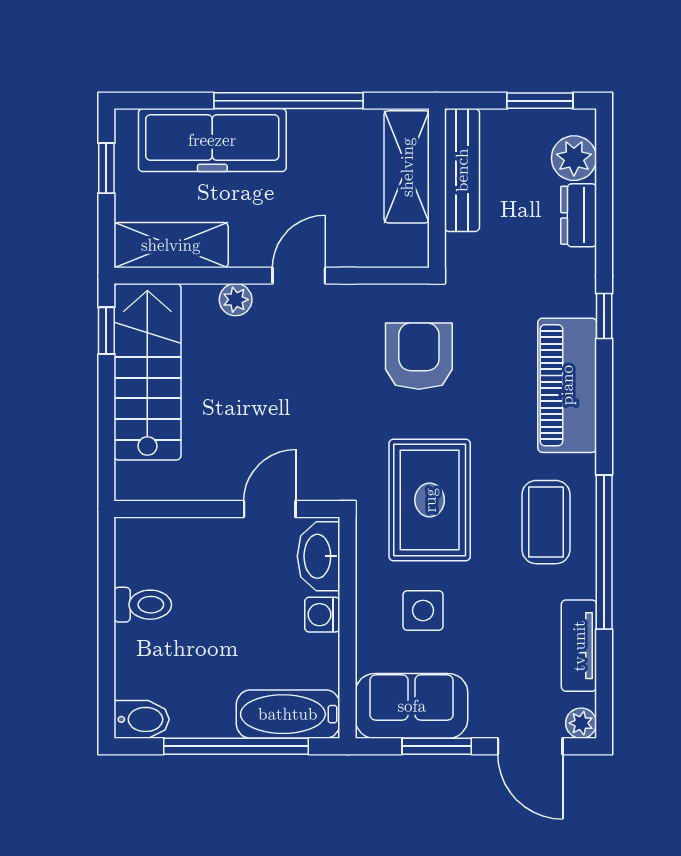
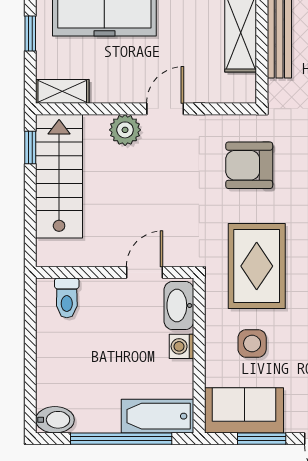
shelving: (171, 245) -> (62, 91), width x0.67, depth x0.75
plant: (236, 300) -> (125, 130), width x1.38, depth x1.38
armchair: (419, 356) -> (249, 165), turned -90
toilet: (143, 605) -> (67, 298), moved, turned 90

